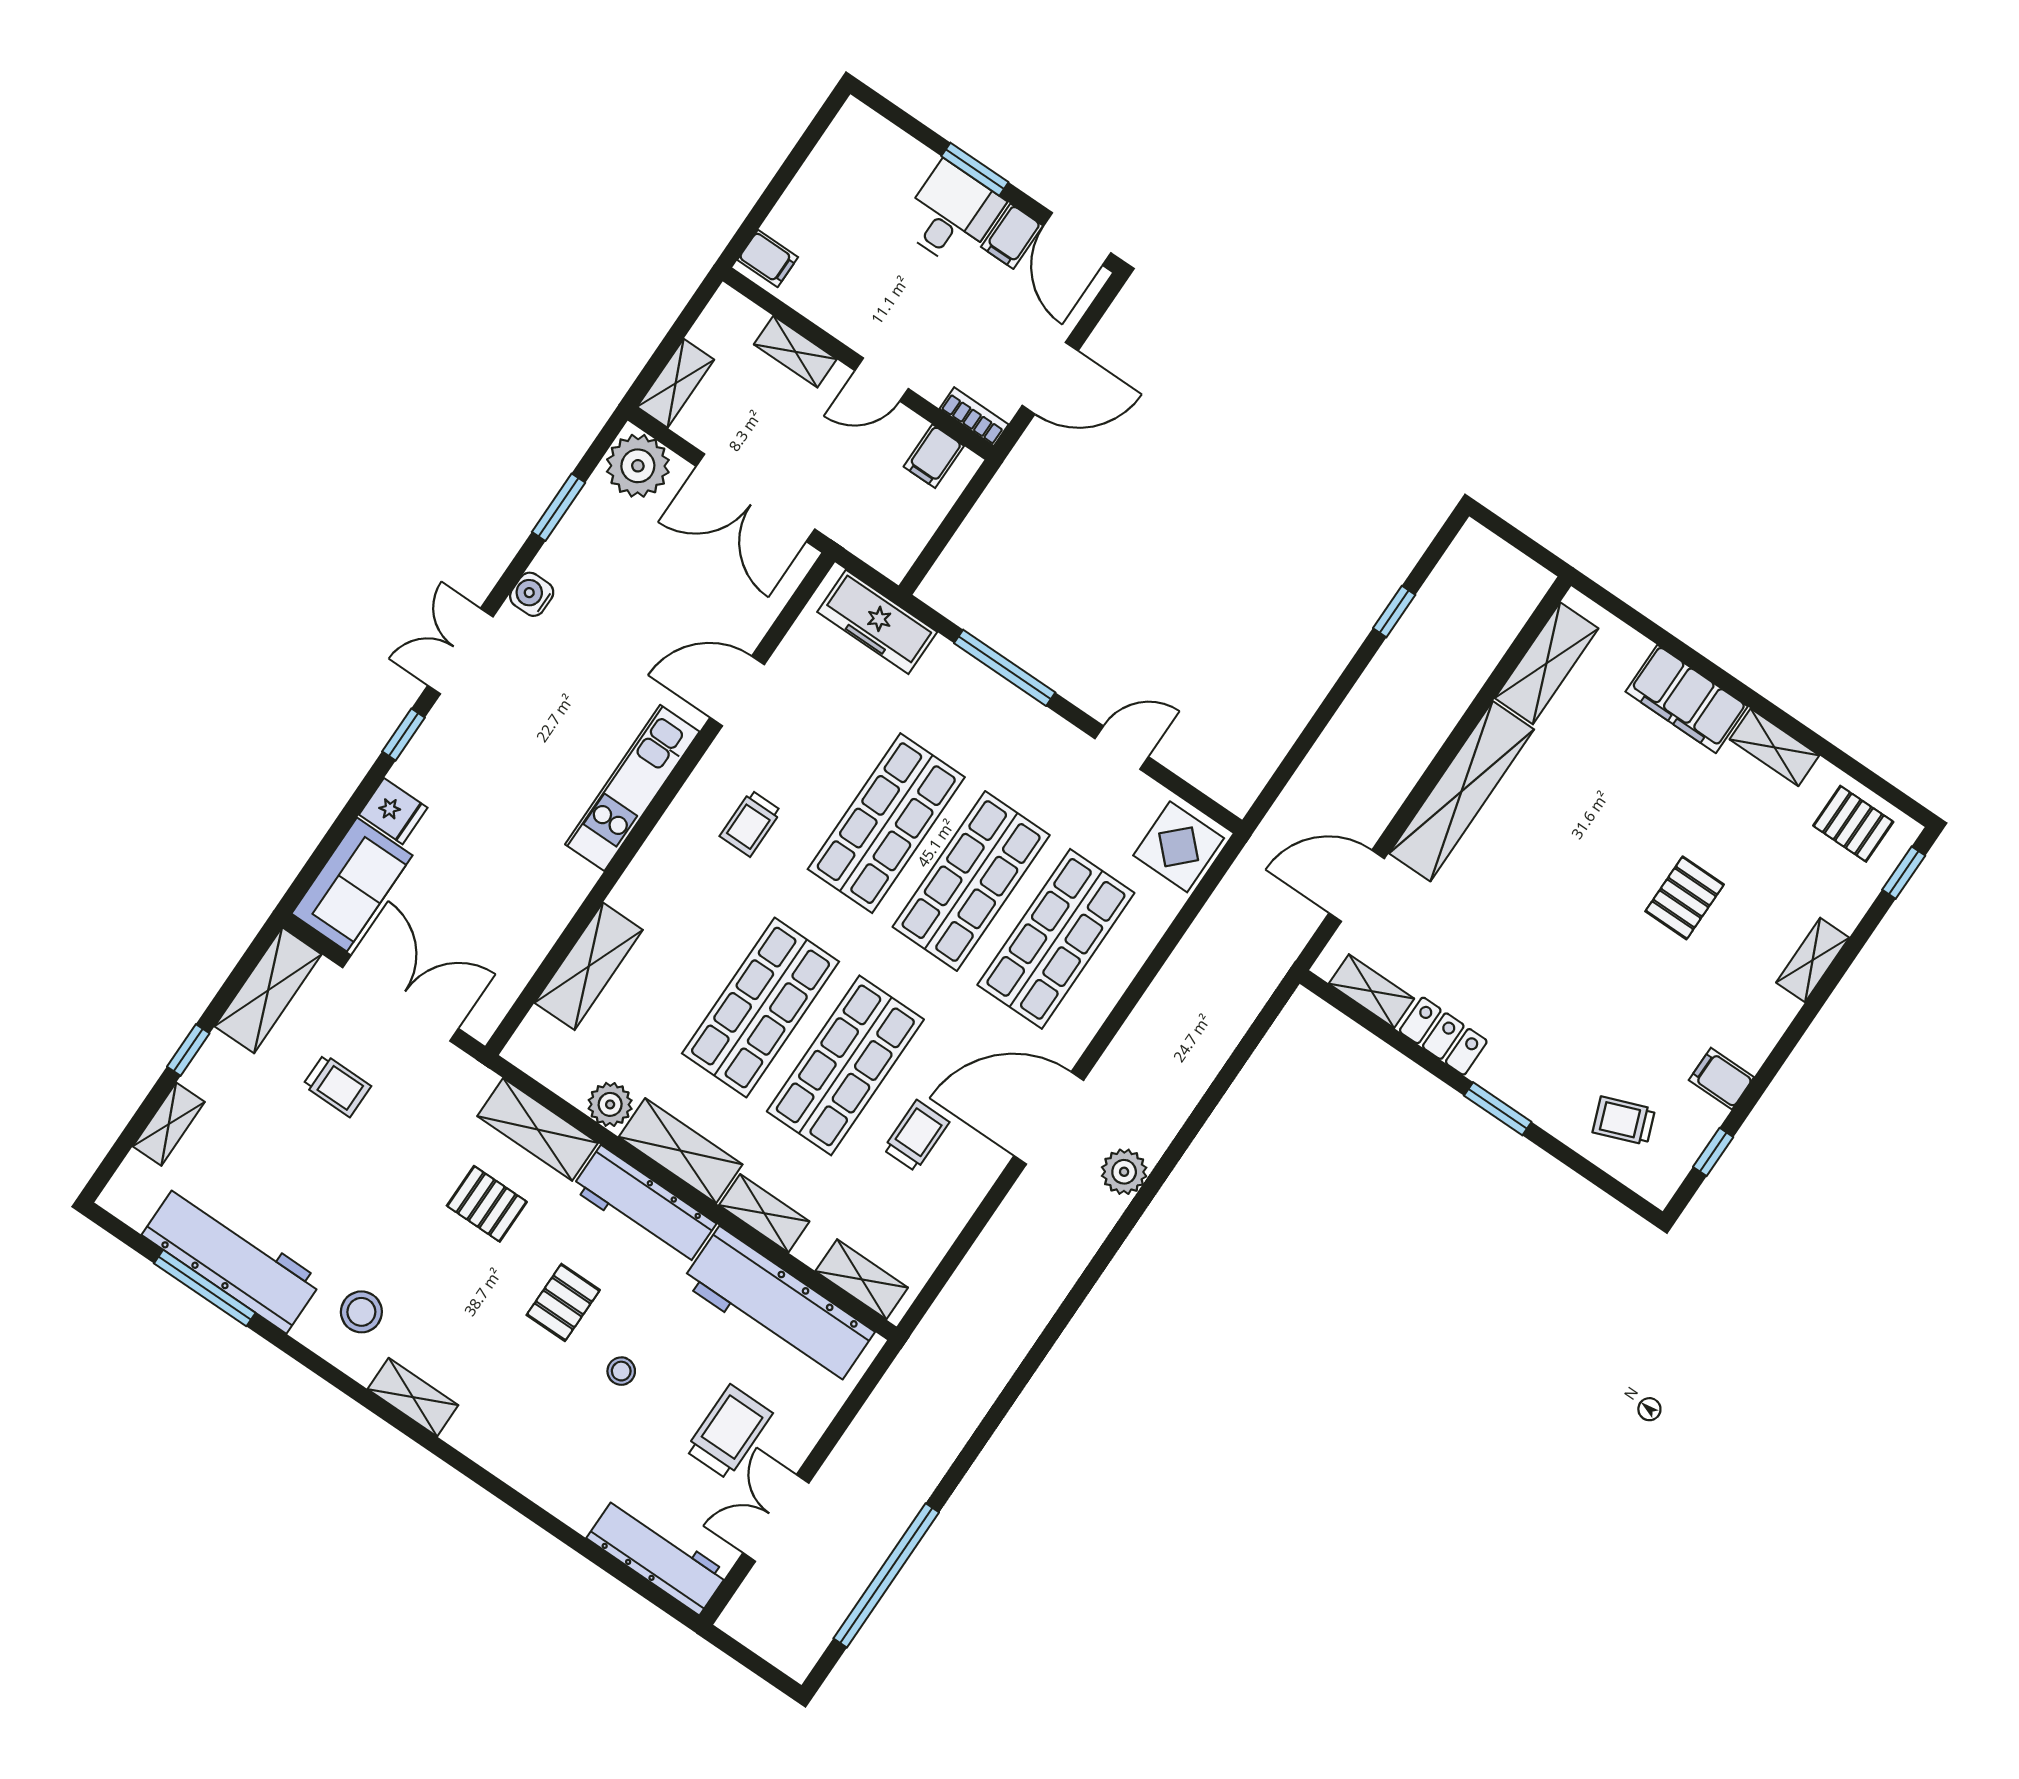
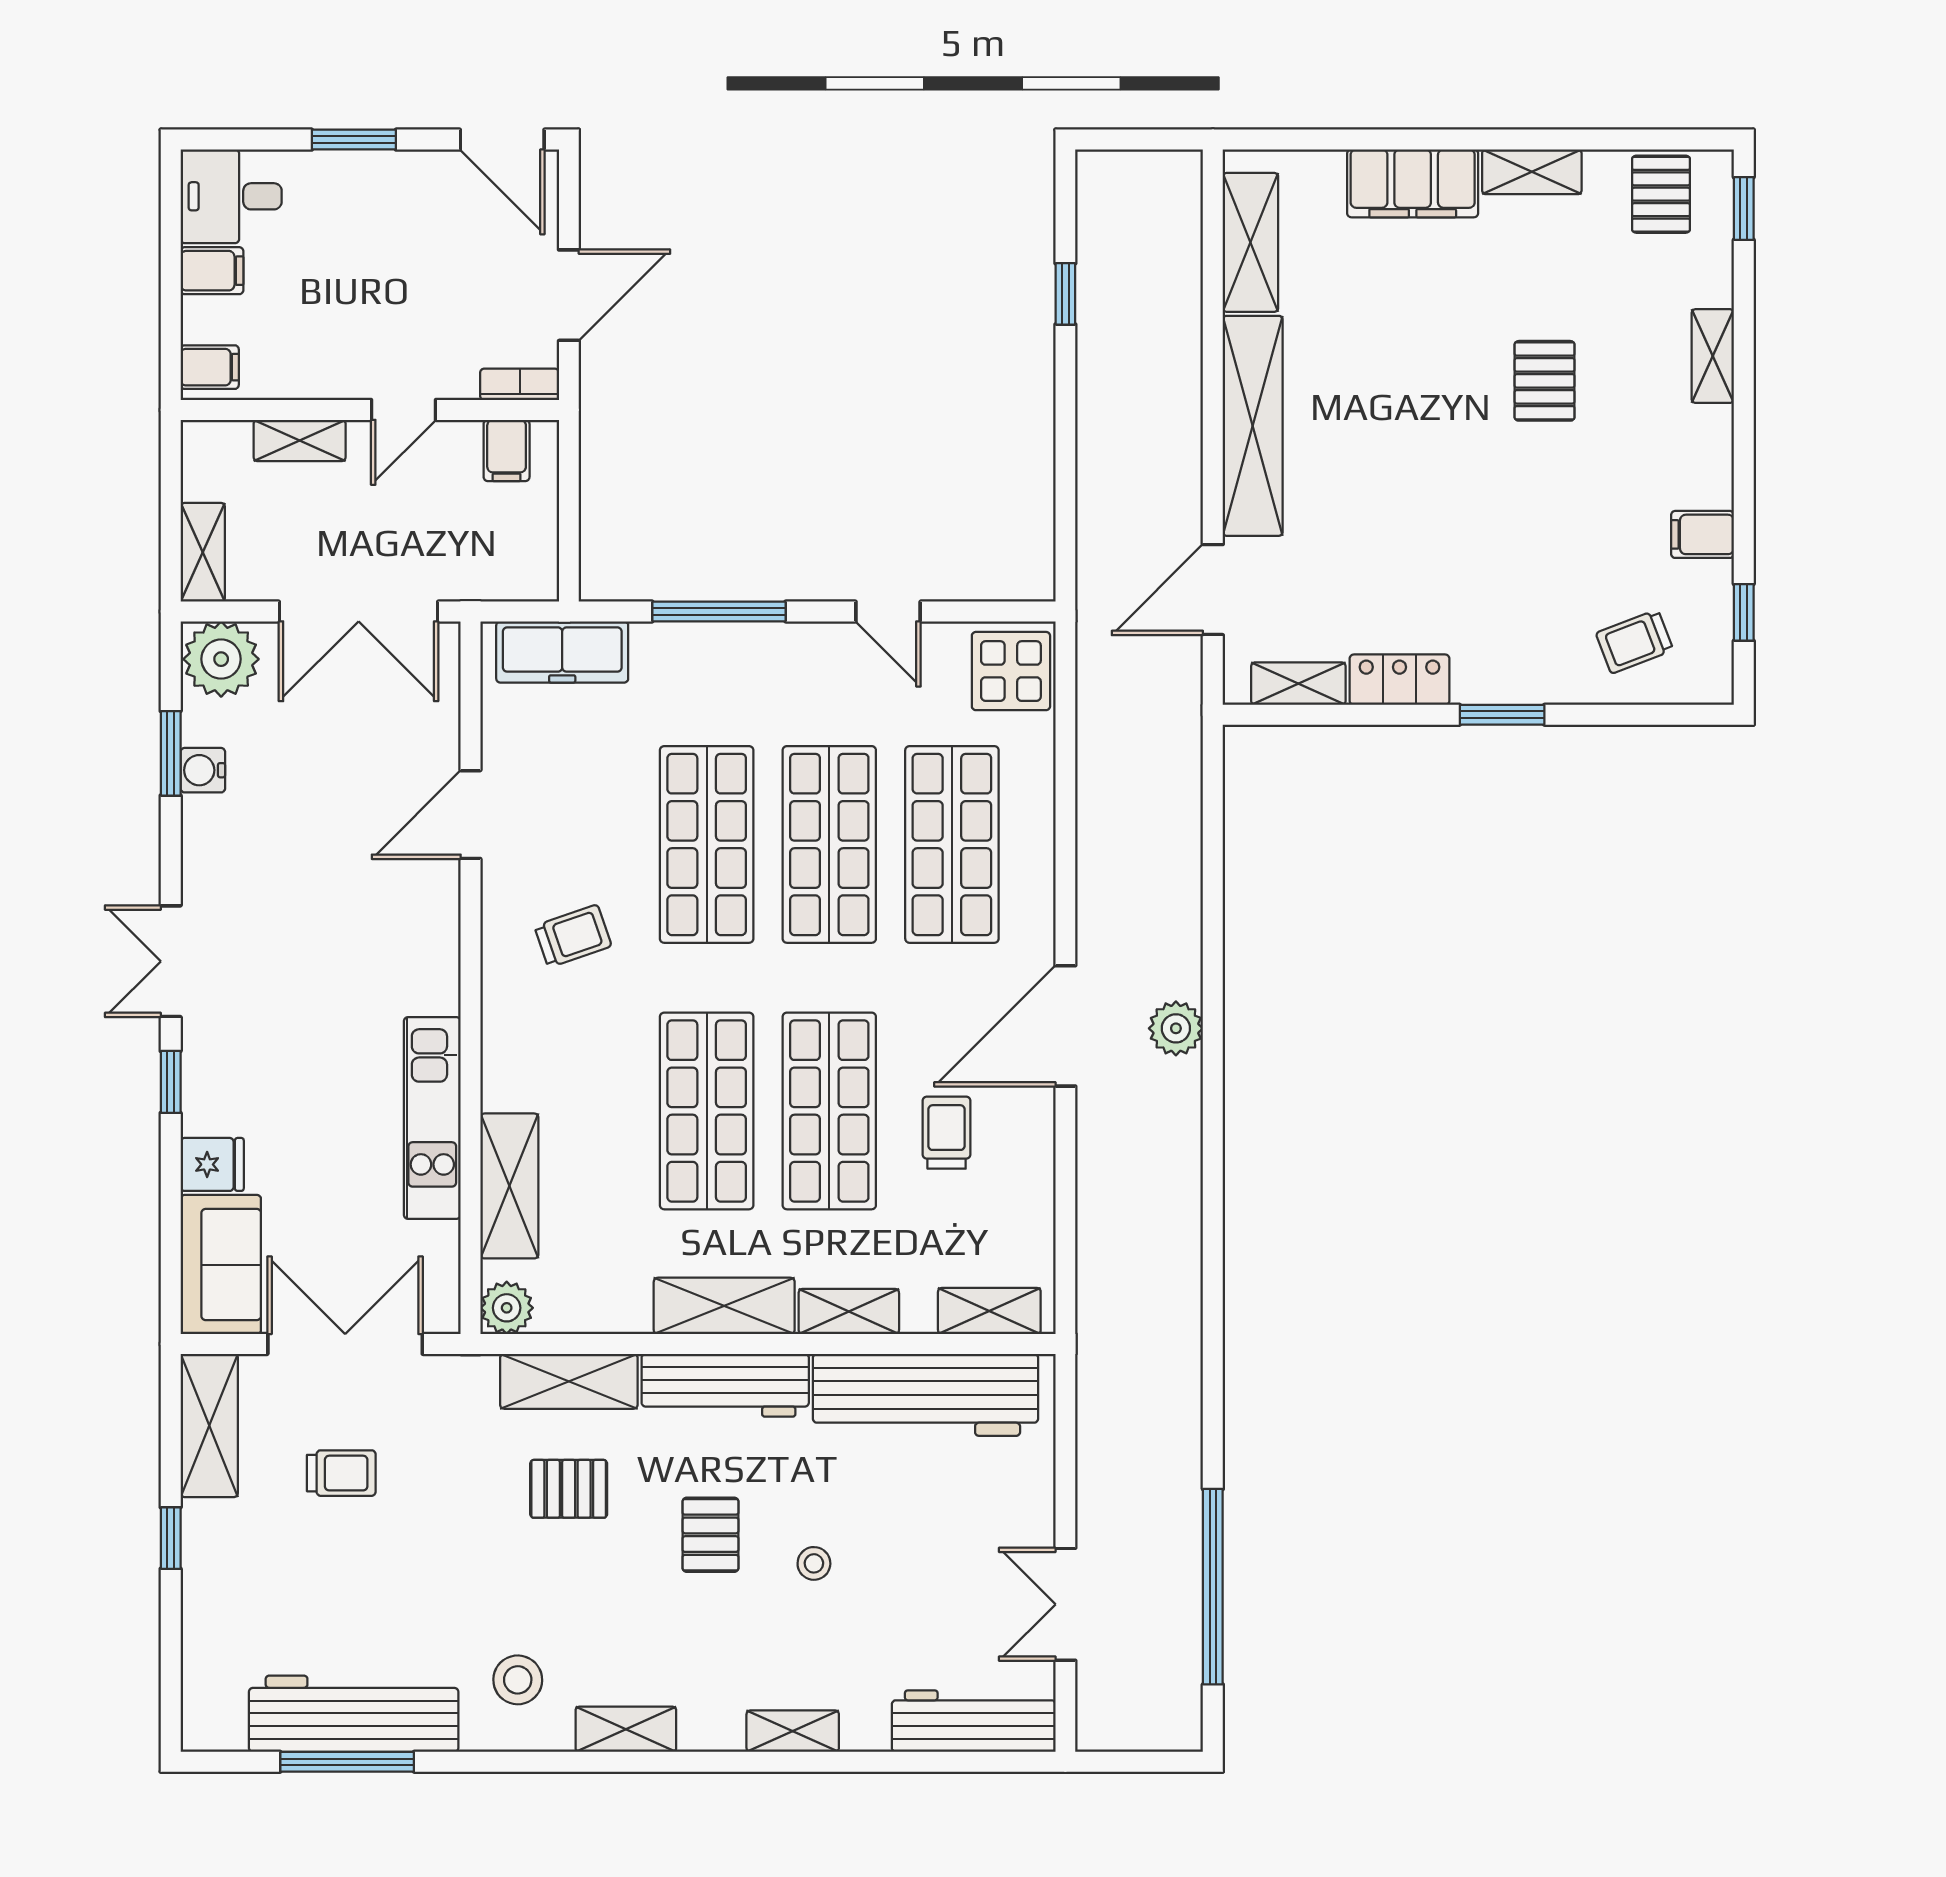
desk: (951, 214) -> (231, 196), moved, turned -90
filing cabinet: (1012, 236) -> (212, 271), moved, turned -90
water cooler: (532, 594) -> (203, 770), moved
door: (1122, 748) -> (888, 611), swing flipped
kitchen unit: (632, 788) -> (432, 1118), moved
trolley: (751, 823) -> (573, 936), turned -109
pallet: (1853, 824) -> (1661, 194), turned 90
plant: (610, 1104) -> (507, 1308), moved
shelving: (169, 1124) -> (793, 1731), moved, turned 90
trolley: (729, 1432) -> (961, 1551), removed

